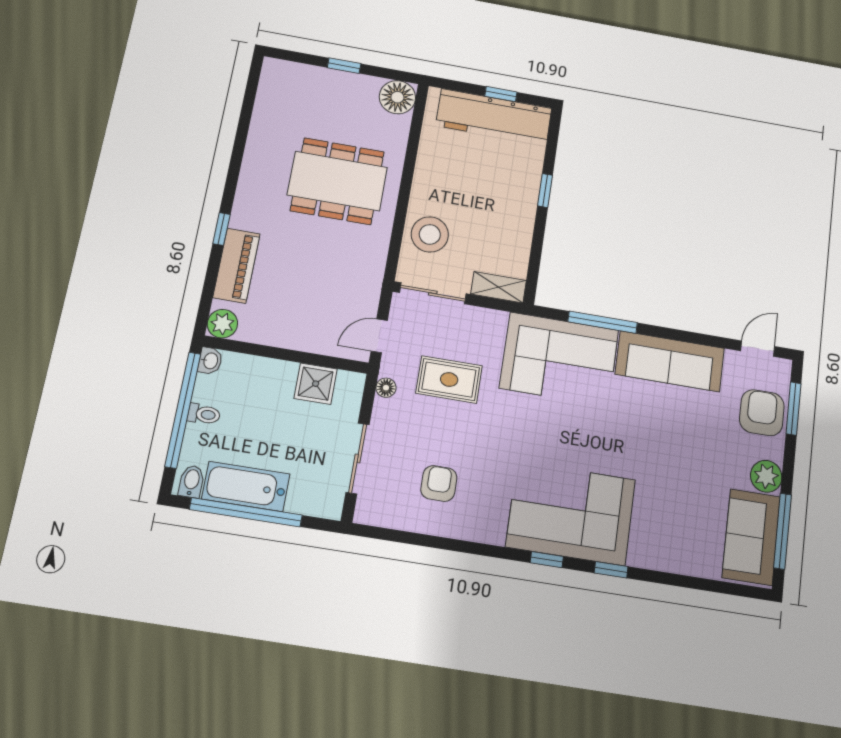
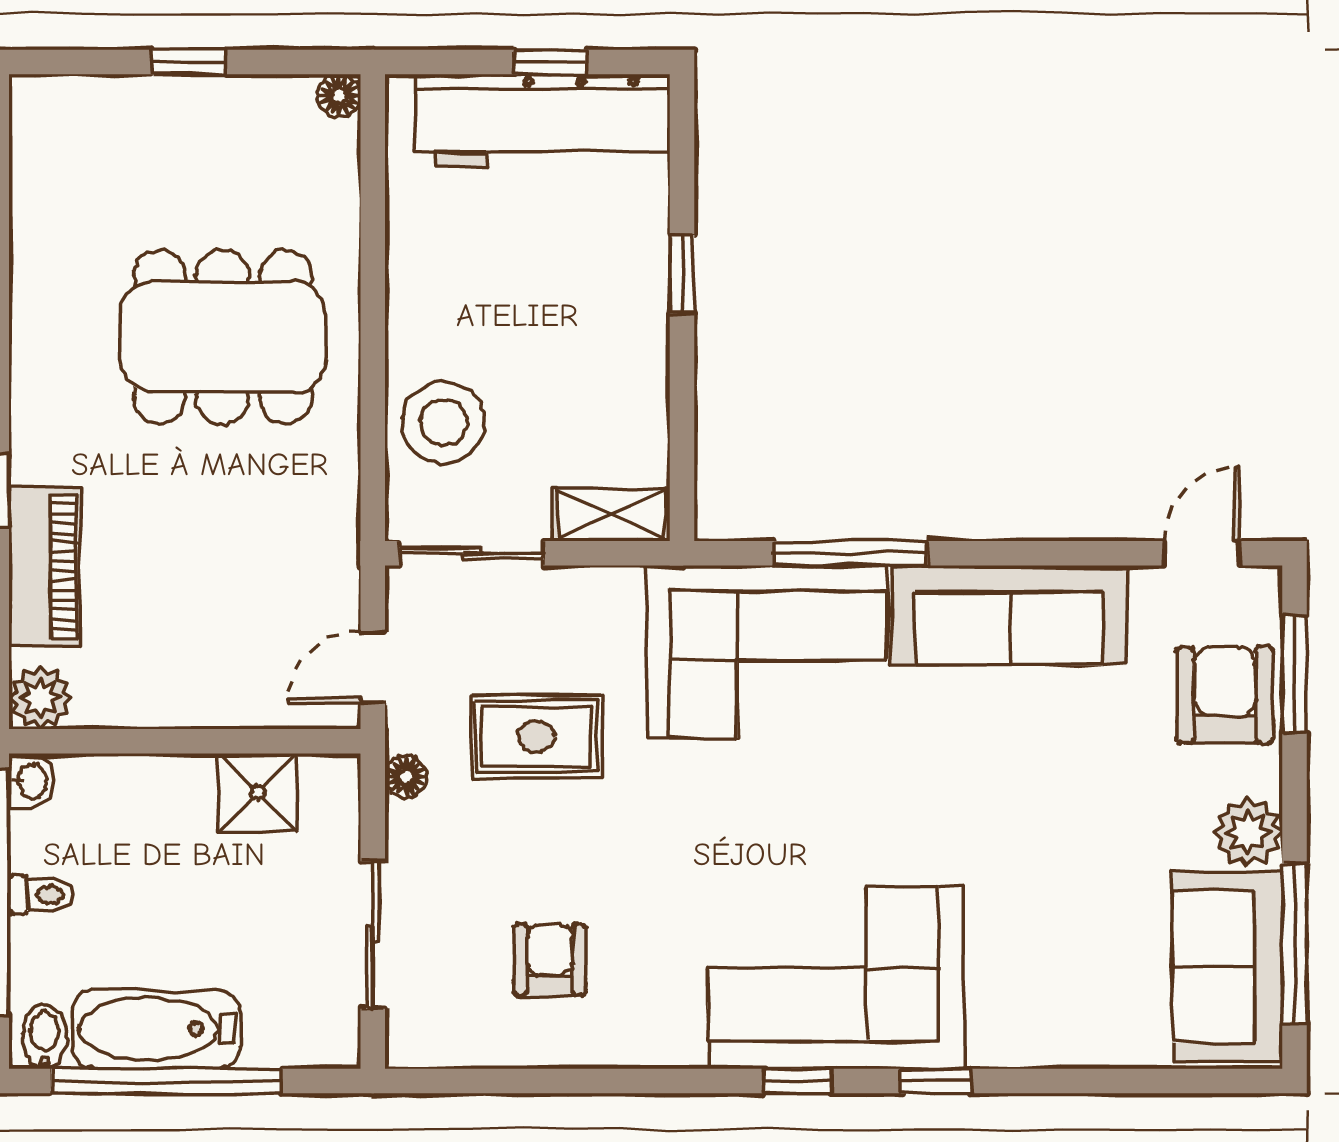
floor lamp: (397, 97) -> (339, 96), width x0.53, depth x0.53

